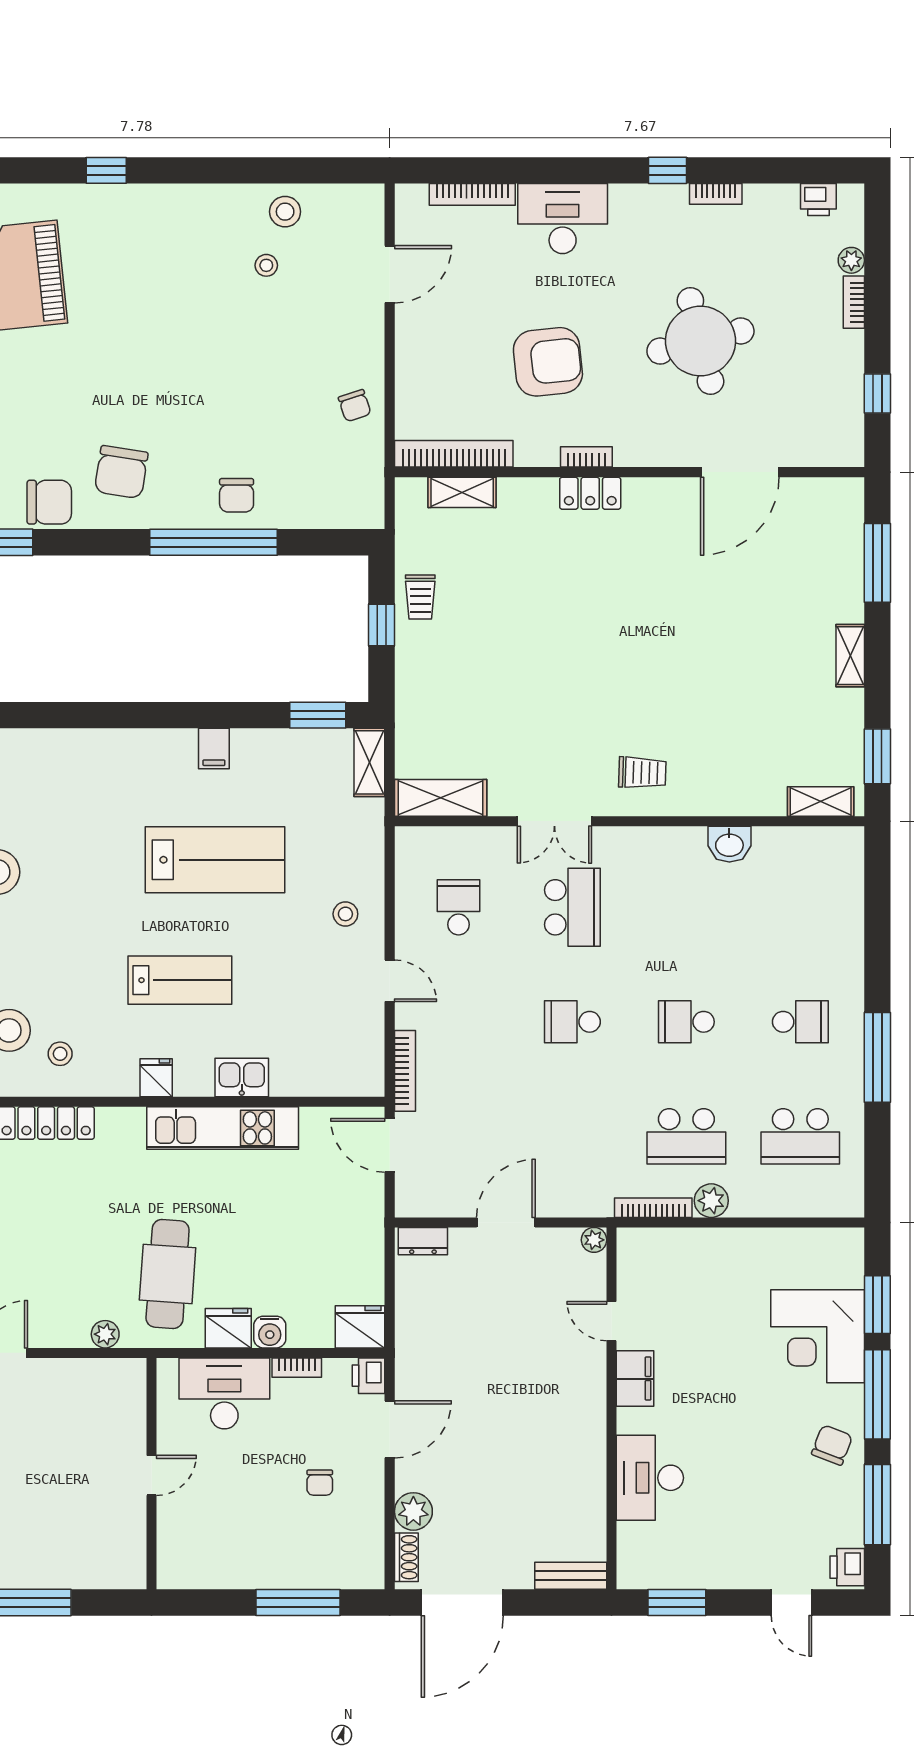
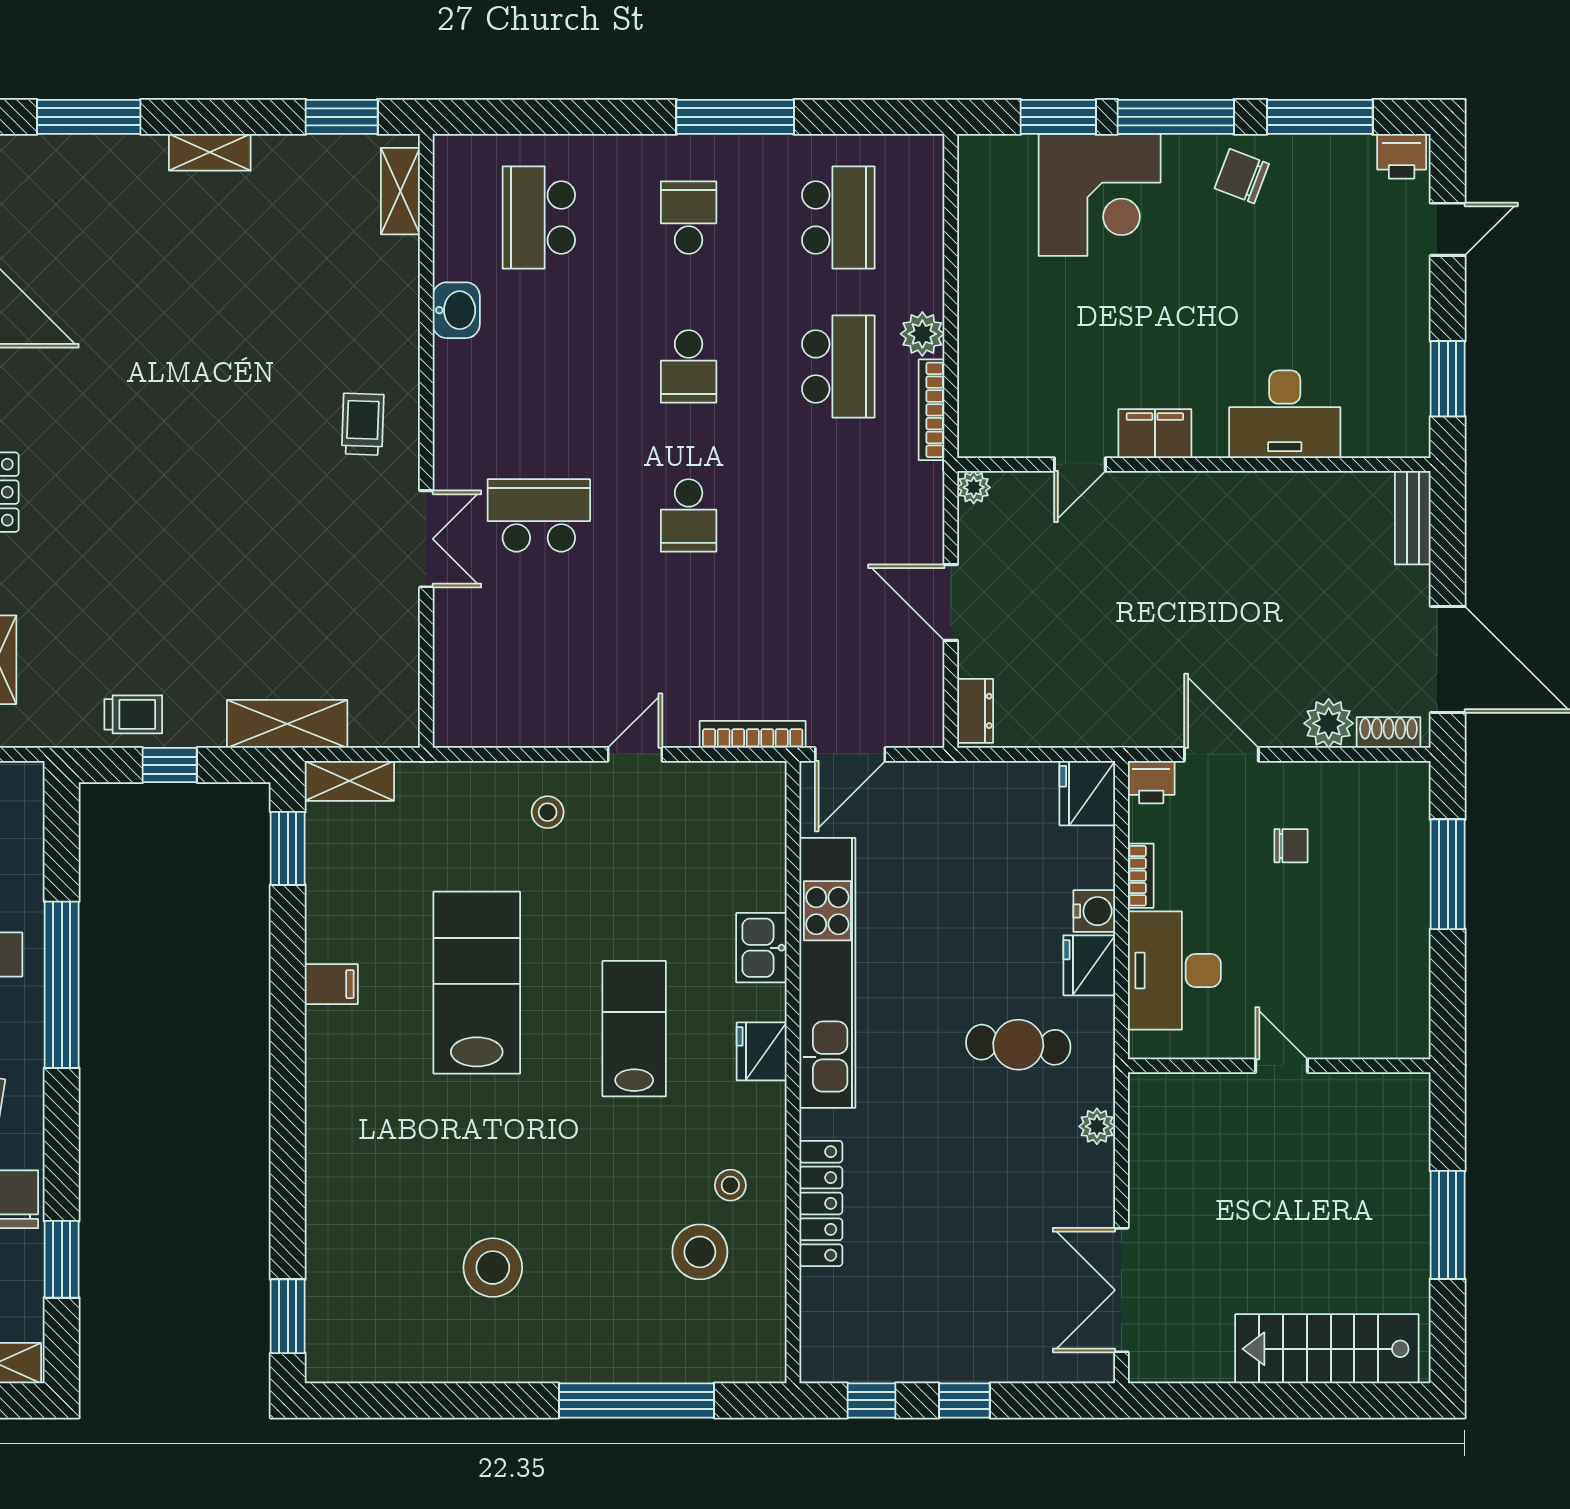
shelving: (441, 798) -> (287, 724), moved, turned 90
school desk: (459, 907) -> (539, 218), moved, width x1.85
fridge: (156, 1078) -> (762, 1051), width x1.38
kitchen unit: (223, 1128) -> (827, 973), width x1.36
cafe table: (168, 1274) -> (1018, 1045), width x0.73, depth x0.74

